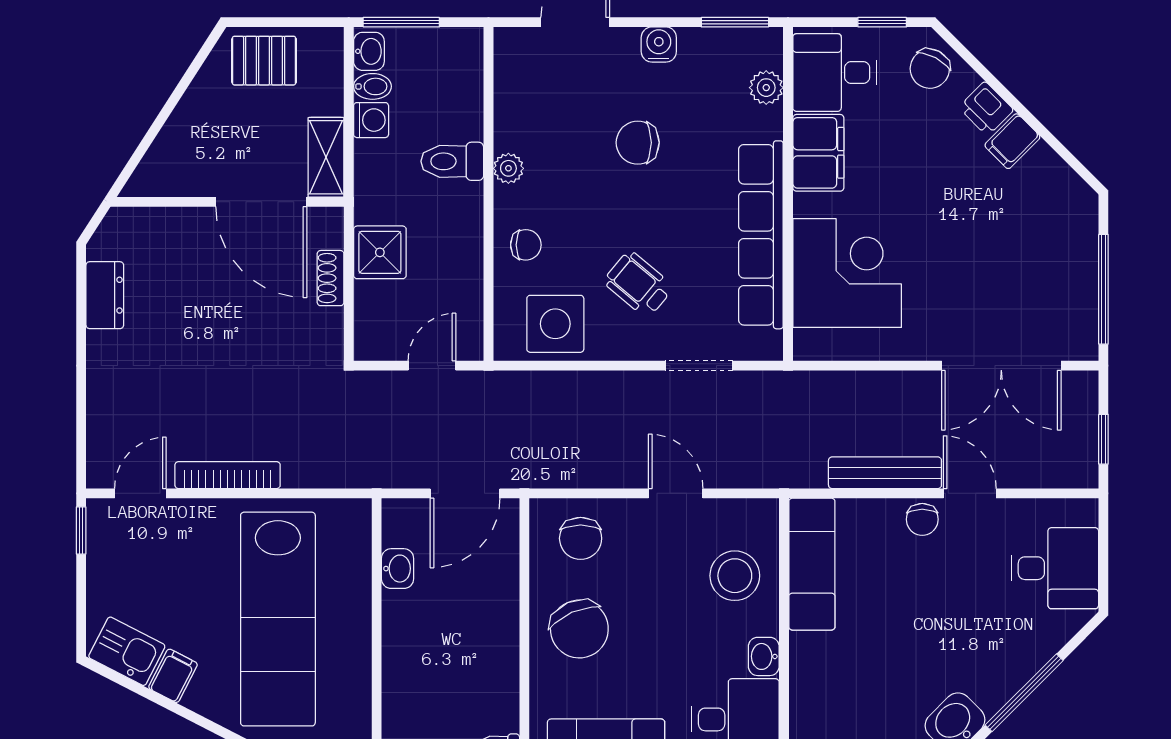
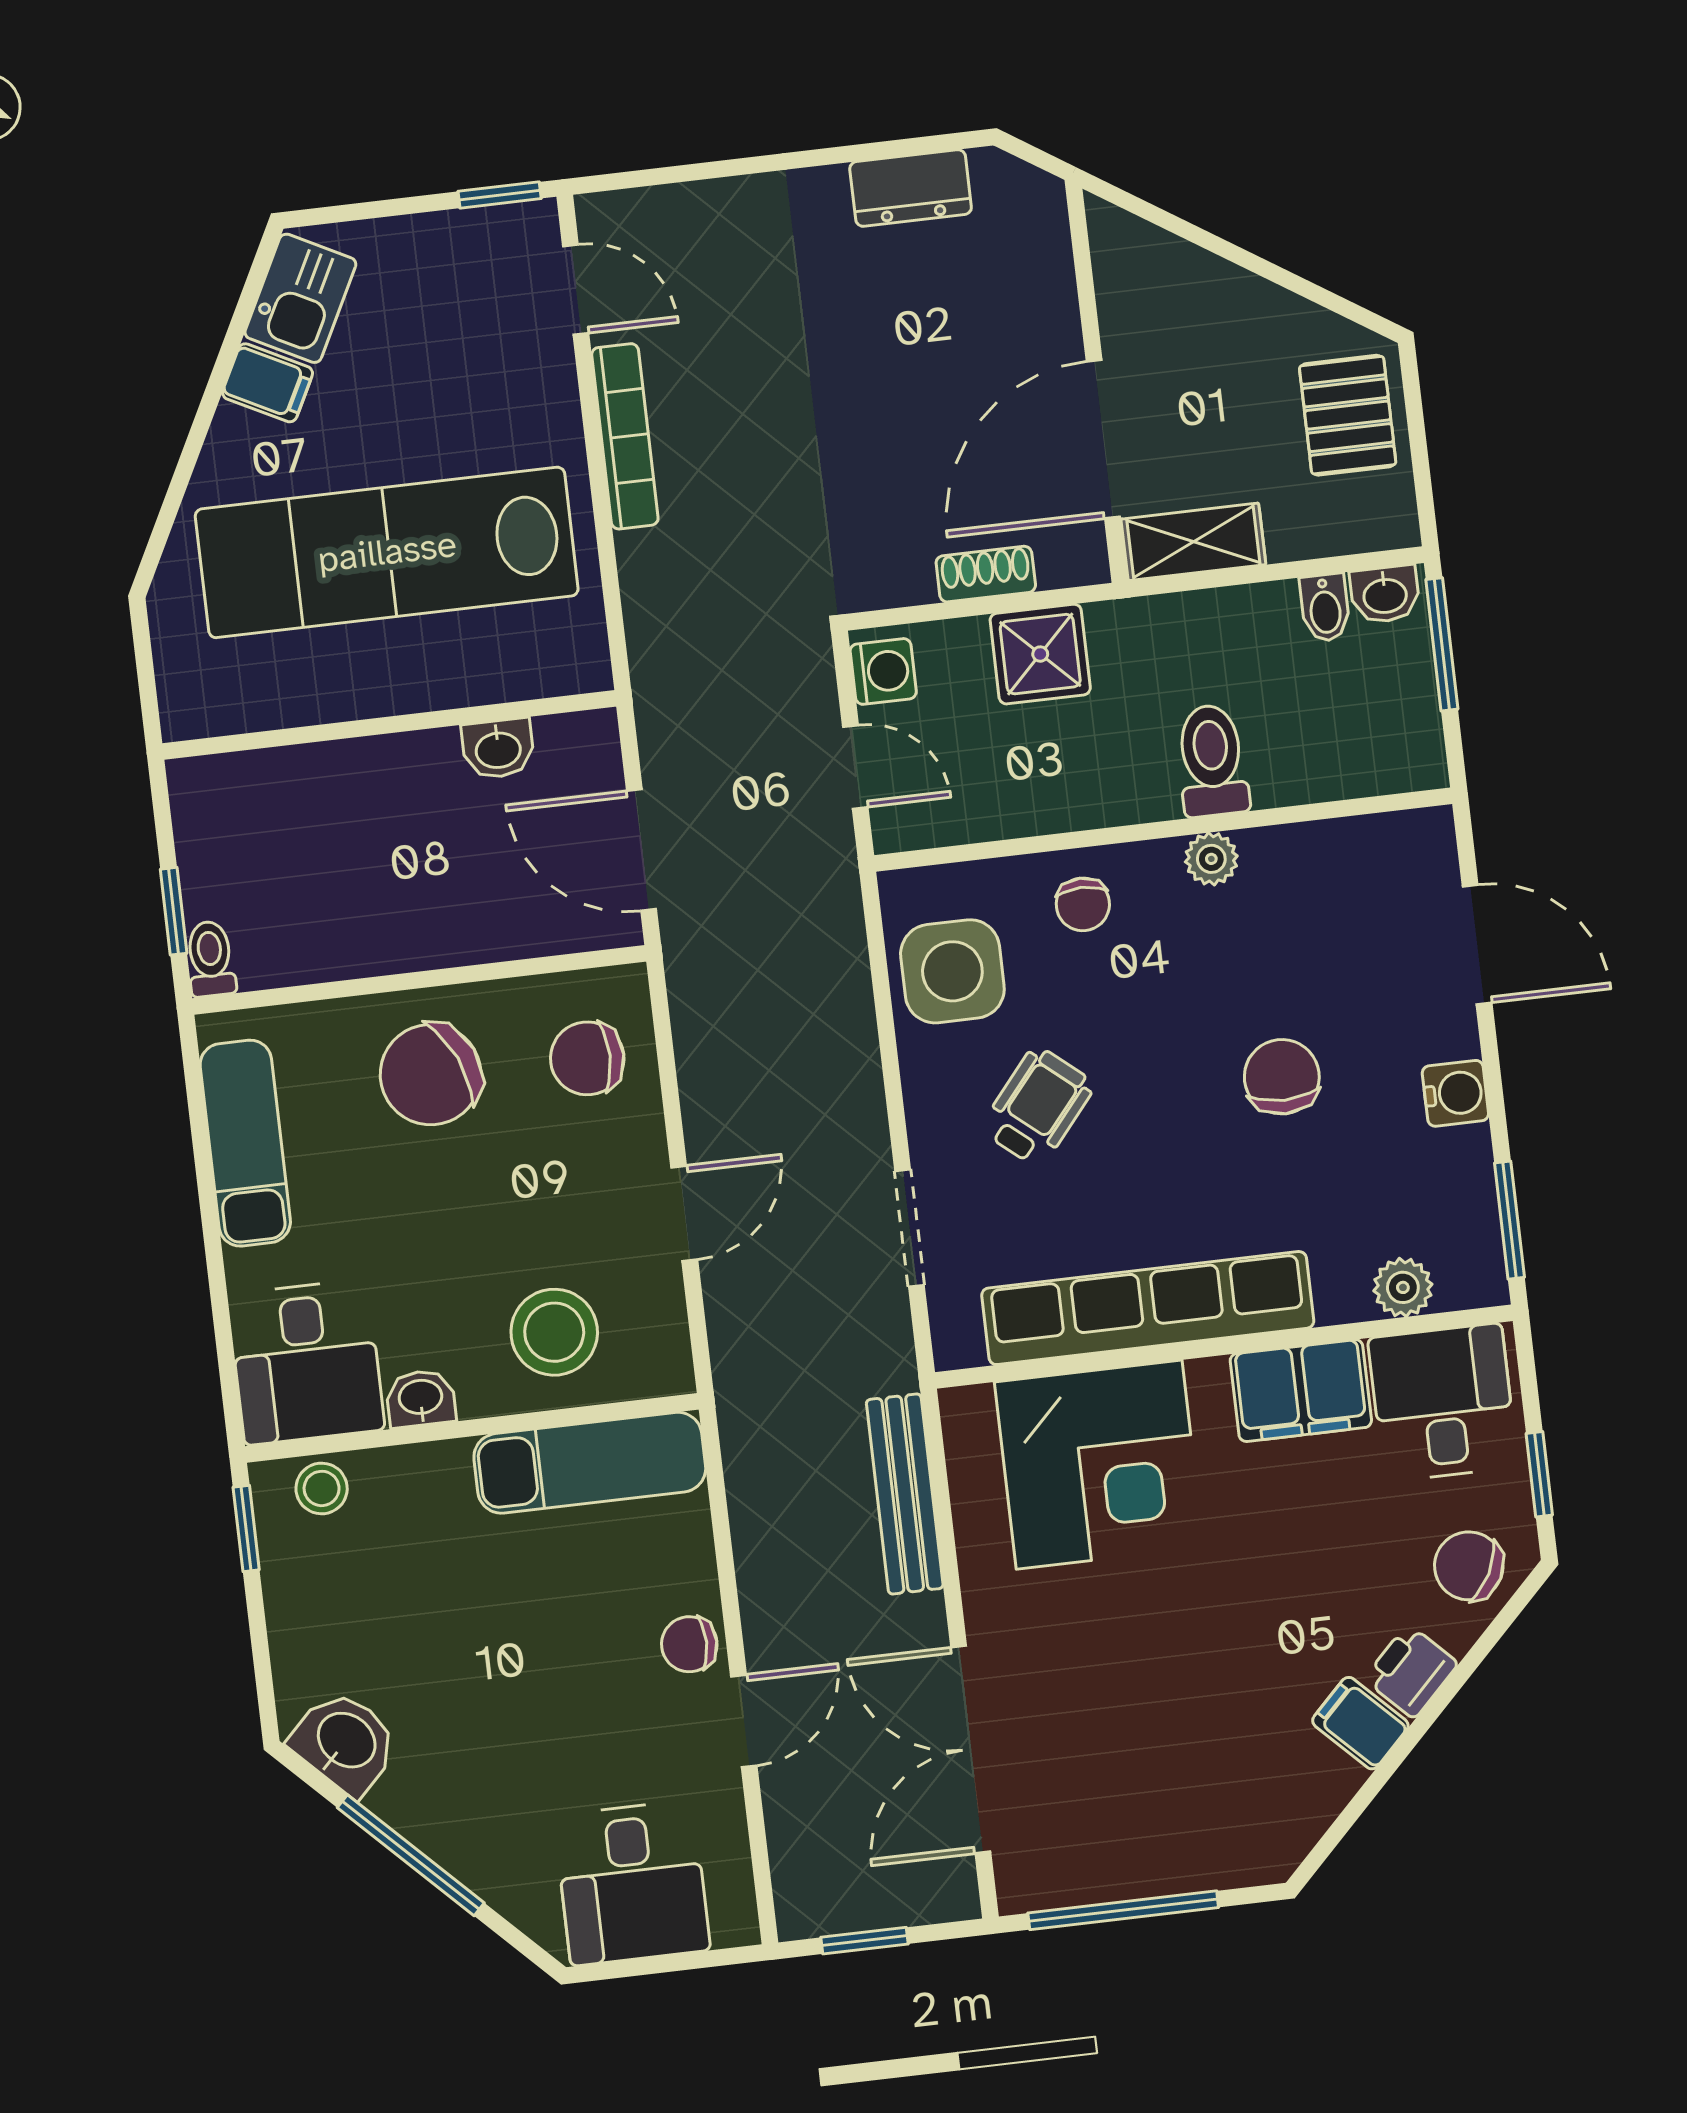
washing machine: (371, 120) -> (883, 671), moved, turned -90
bench: (885, 473) -> (905, 1494), moved
stool: (809, 719) -> (322, 1488), added

